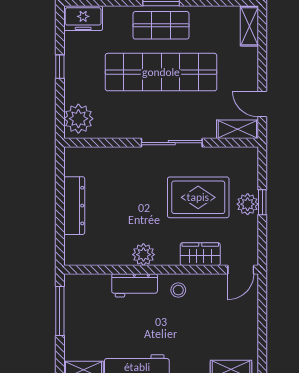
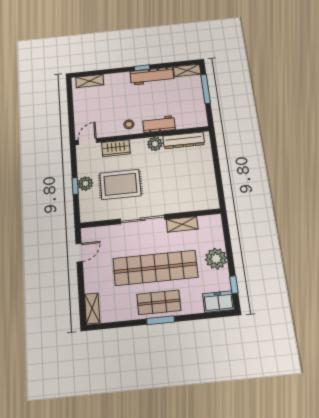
window: (60, 67) -> (234, 285), moved
door: (262, 104) -> (79, 253), hinge flipped
plant: (78, 119) -> (216, 259), moved
shelving: (237, 129) -> (182, 224), moved
dresser: (74, 206) -> (184, 140), moved, turned -90
window: (60, 311) -> (206, 89), moved

